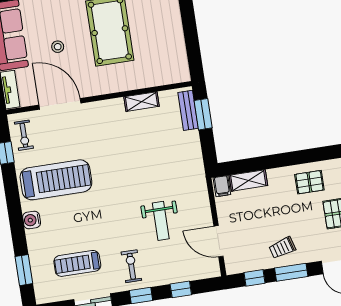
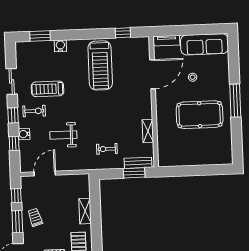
exercise bike: (24, 135) -> (107, 149), moved
shelving: (248, 180) -> (85, 211), moved
filing cabinet: (222, 186) -> (83, 180), removed
water cooler: (32, 220) -> (60, 46), moved
treadmill: (77, 263) -> (48, 89), moved, turned -90
water cooler: (166, 277) -> (24, 134), added

